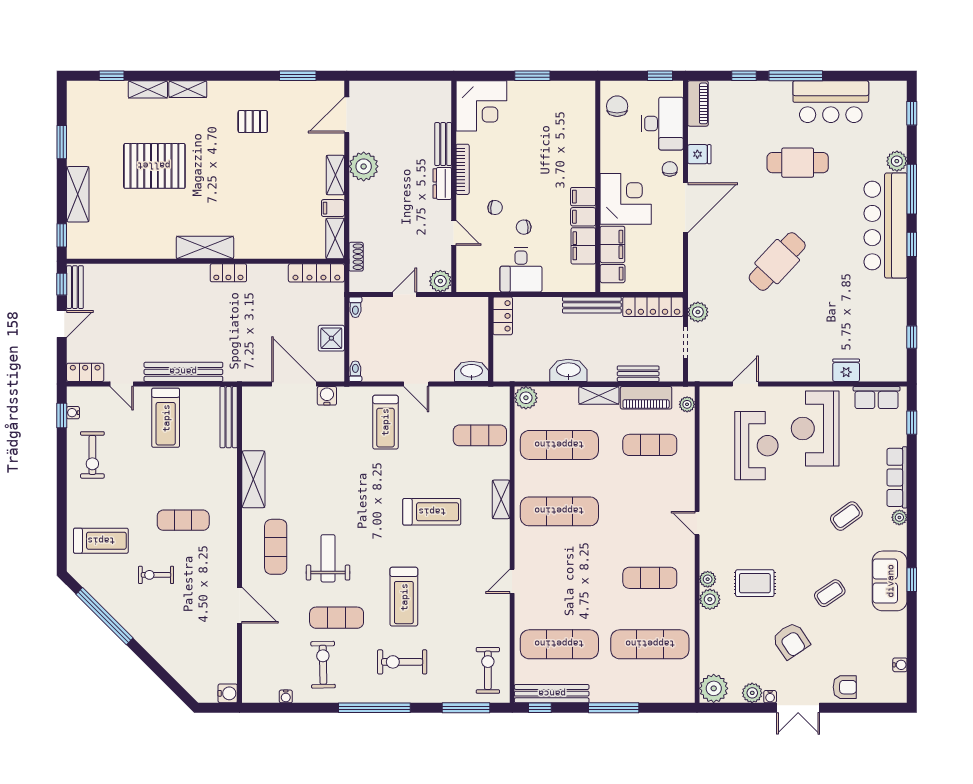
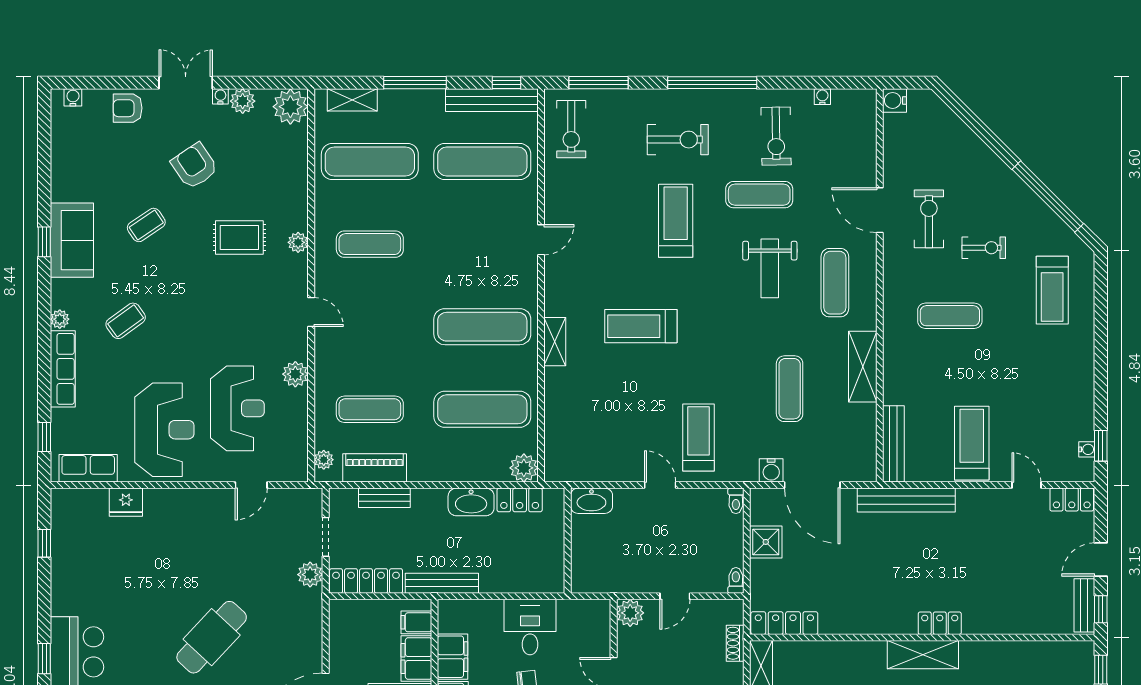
locker: (228, 273) -> (940, 623), moved
locker: (503, 316) -> (520, 500), moved, turned -90
bench: (183, 372) -> (906, 500), moved
shelving: (599, 395) -> (352, 100), moved
exercise mat: (480, 435) -> (790, 389), moved, turned 90
reception desk: (756, 446) -> (237, 408), turned 180
exercise bike: (92, 455) -> (929, 219), moved
treadmill: (101, 541) -> (1052, 290), turned -90
plant: (710, 599) -> (295, 374), moved
water cooler: (900, 665) -> (73, 97), moved, turned 90

